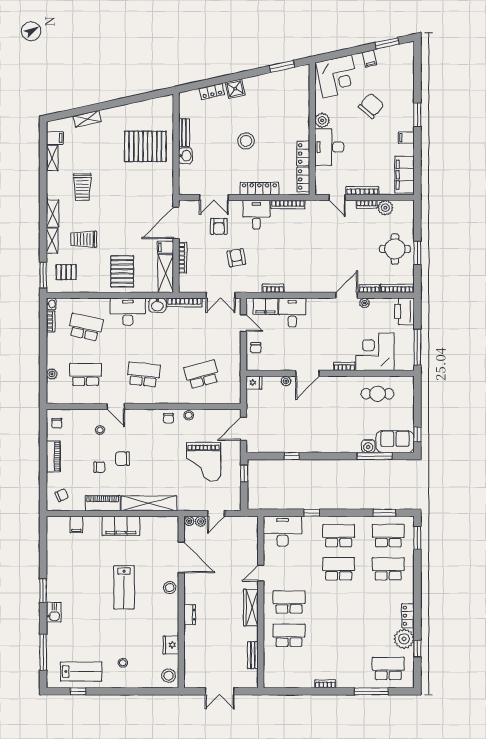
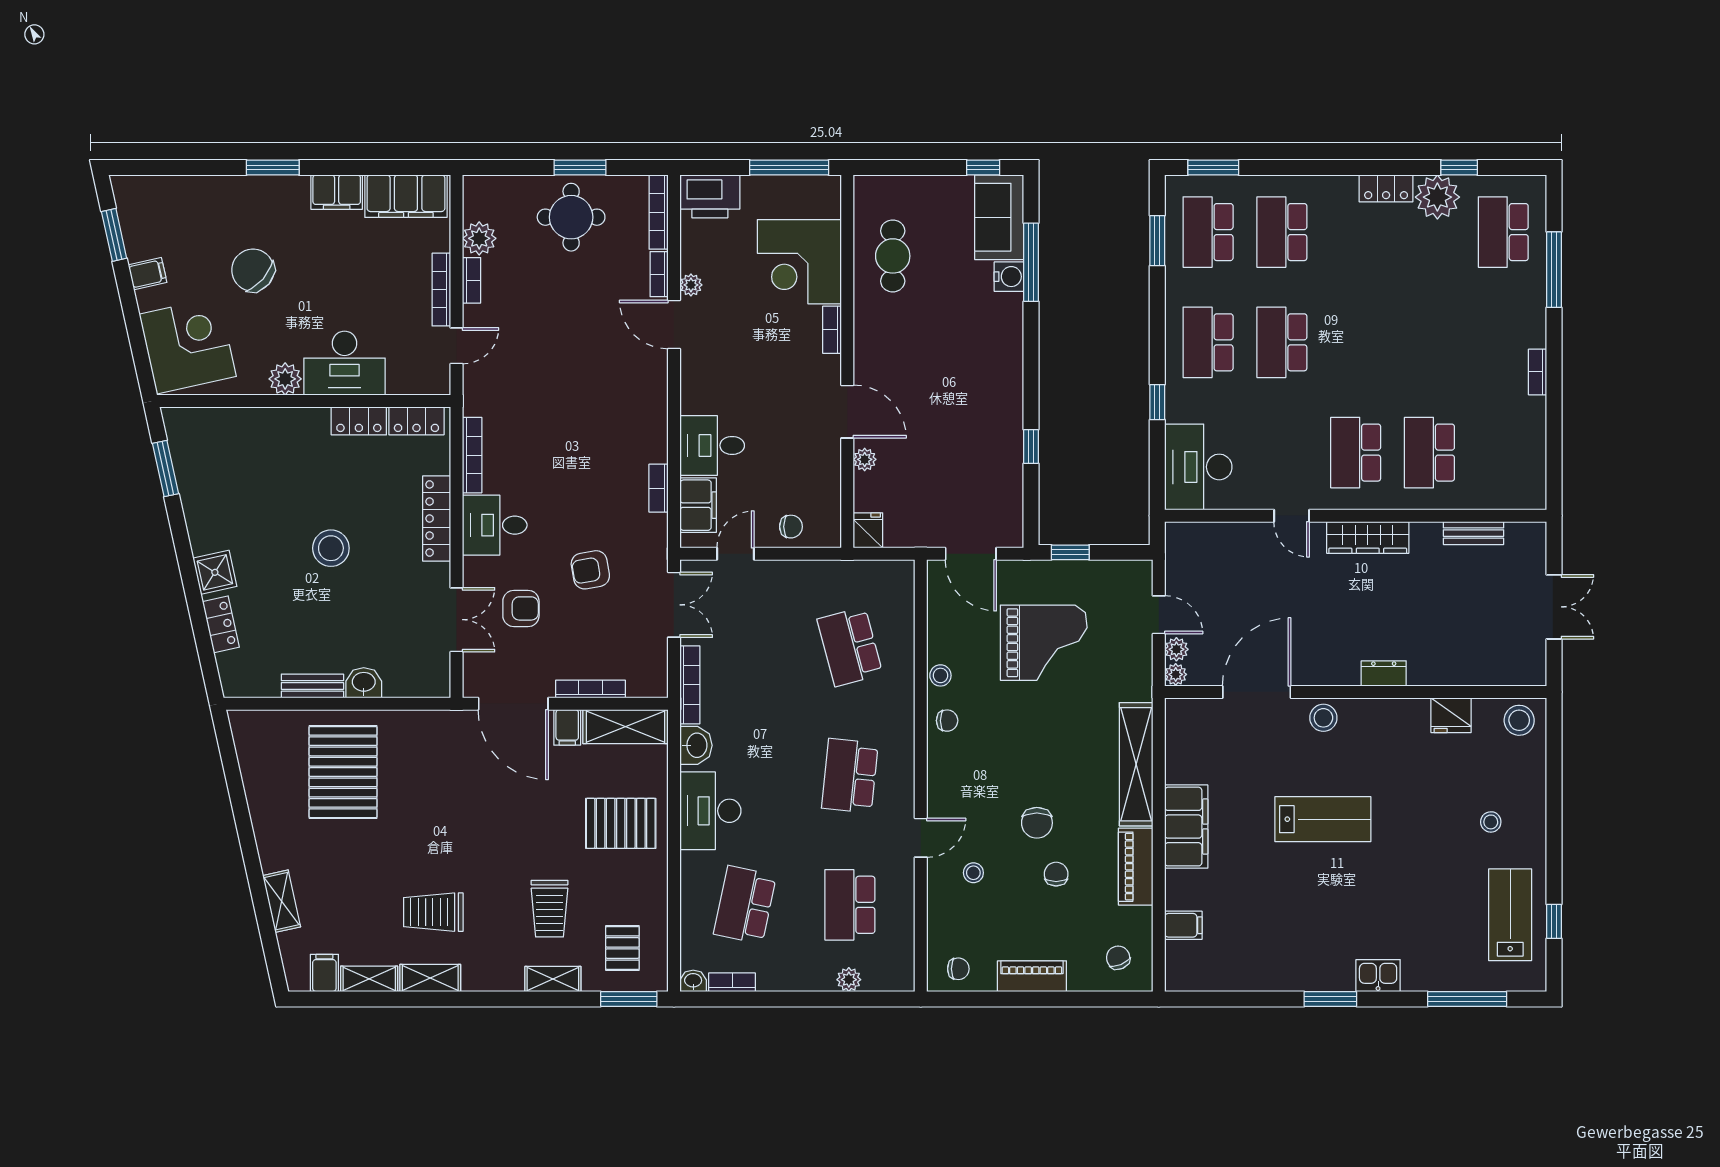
filing cabinet: (406, 138) -> (337, 192), width x2.00
trolley: (82, 187) -> (433, 912), turned 180
shelving: (53, 214) -> (430, 978), moved

